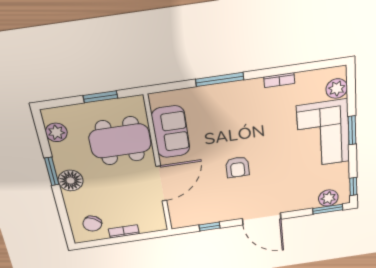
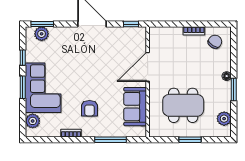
sofa: (171, 132) -> (135, 107), moved
wall: (158, 165) -> (148, 82), moved
armchair: (237, 167) -> (89, 108), moved, turned 180
floor lamp: (71, 181) -> (227, 76), width x0.53, depth x0.53
door: (161, 184) -> (148, 67), moved
window: (353, 187) -> (23, 58), moved

